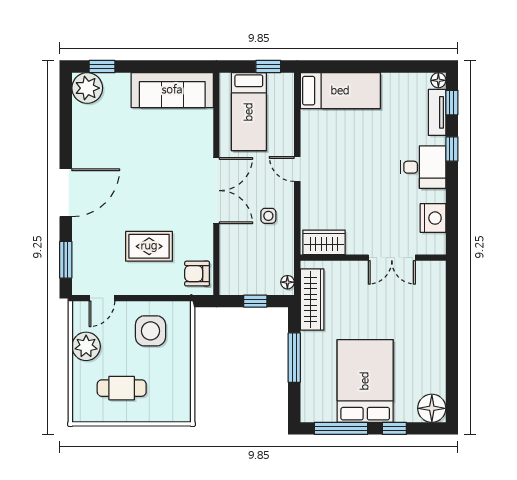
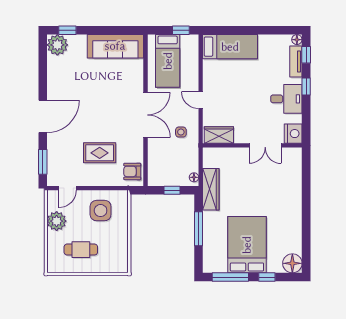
wardrobe: (324, 242) -> (219, 135), moved
wall: (373, 258) -> (252, 145), moved
double door: (392, 258) -> (265, 145), moved

